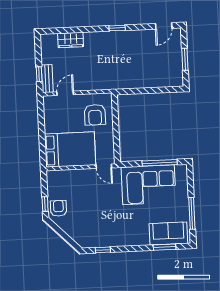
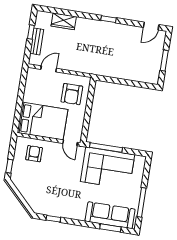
window: (39, 74) -> (31, 32), moved
bench: (47, 79) -> (37, 41), moved
window: (160, 163) -> (106, 148), moved
armchair: (58, 208) -> (34, 154), moved
sofa: (168, 233) -> (110, 215), width x1.36

